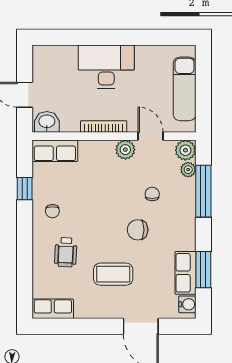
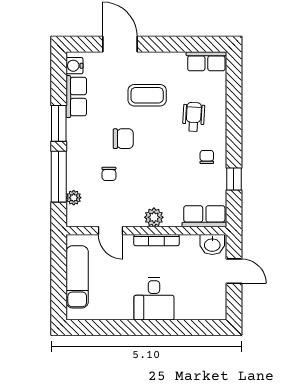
desk: (106, 67) -> (154, 299), width x0.73
plant: (125, 150) -> (154, 217), moved
plant: (185, 150) -> (76, 217), removed
window: (203, 270) -> (59, 123), moved

